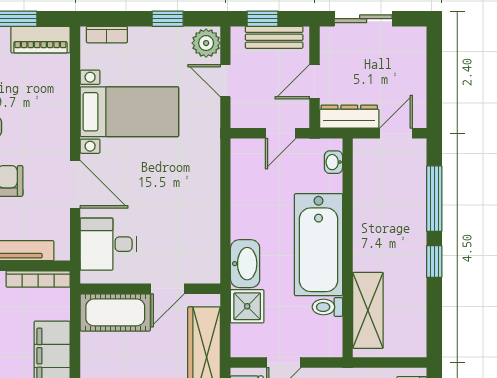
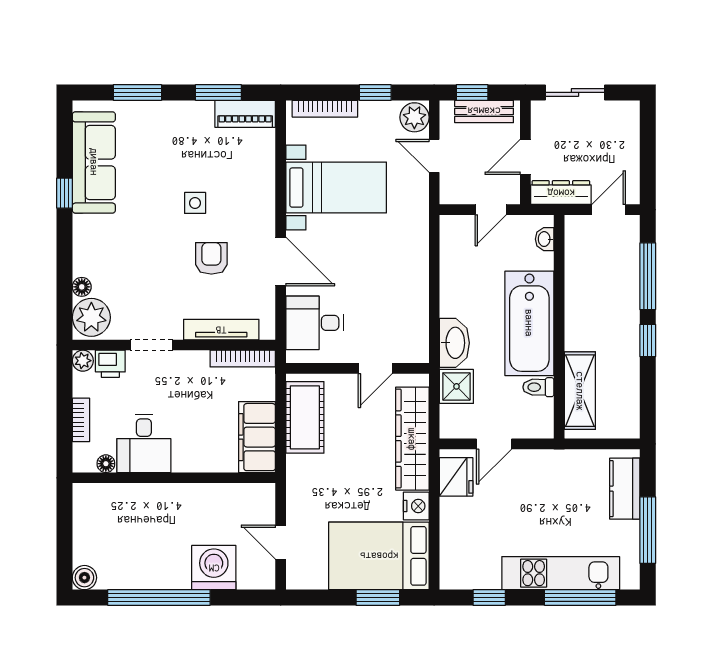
bookcase: (107, 35) -> (325, 109), width x1.56
cot: (115, 312) -> (305, 417), moved, turned 90

